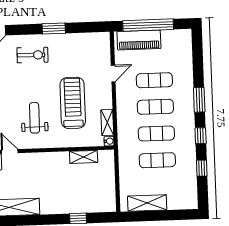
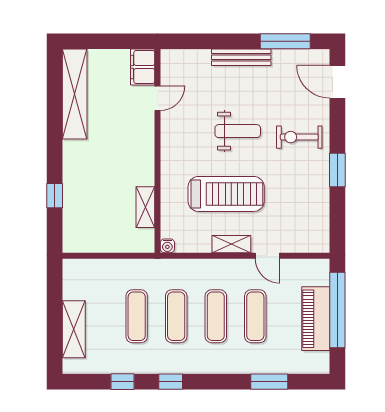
piano: (139, 40) -> (316, 319), moved
exercise bike: (33, 55) -> (299, 137), turned 89
window: (199, 100) -> (269, 382), moved
weight bench: (34, 118) -> (238, 131), moved
shelving: (107, 123) -> (231, 244), moved
shelving: (147, 203) -> (74, 329), moved

